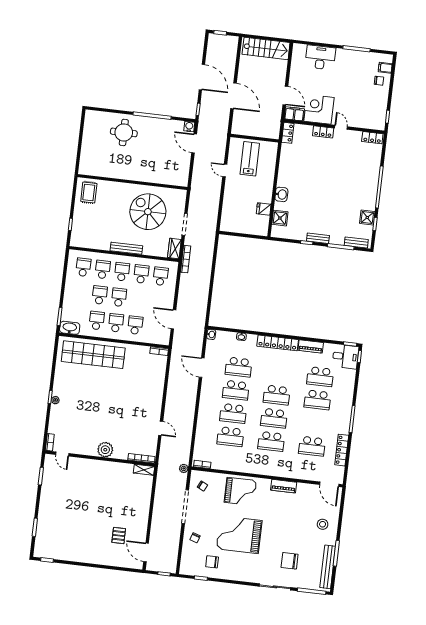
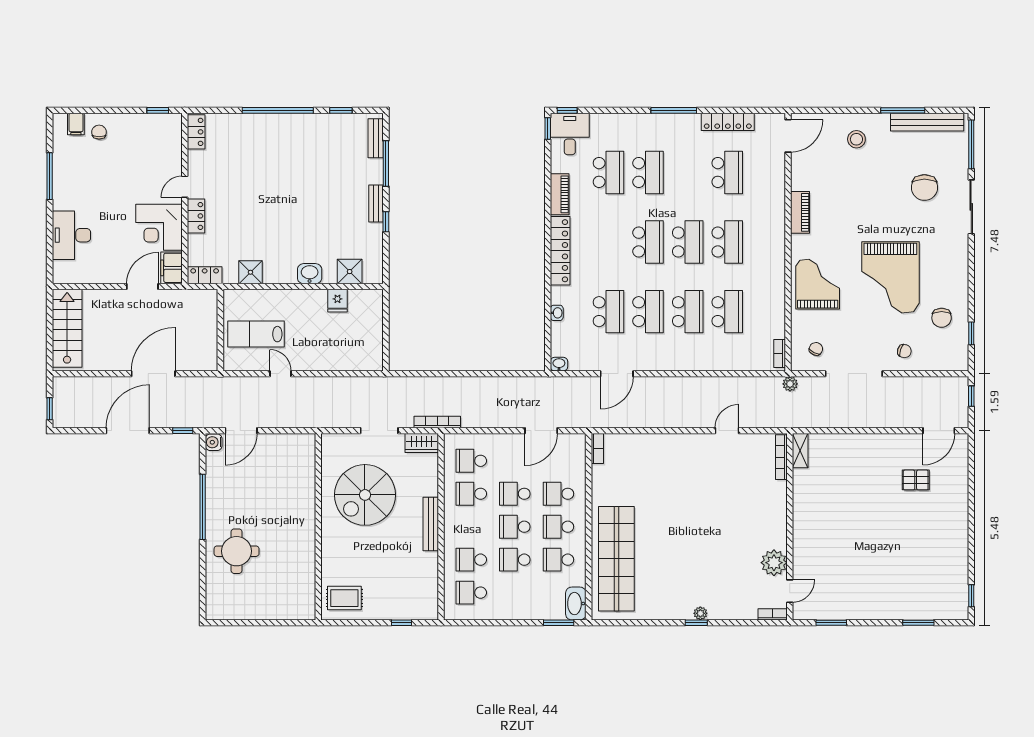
door: (225, 170) -> (280, 374), swing flipped
shower: (367, 217) -> (250, 272), moved
school desk: (122, 272) -> (515, 494), moved
plant: (105, 450) -> (774, 563), moved

